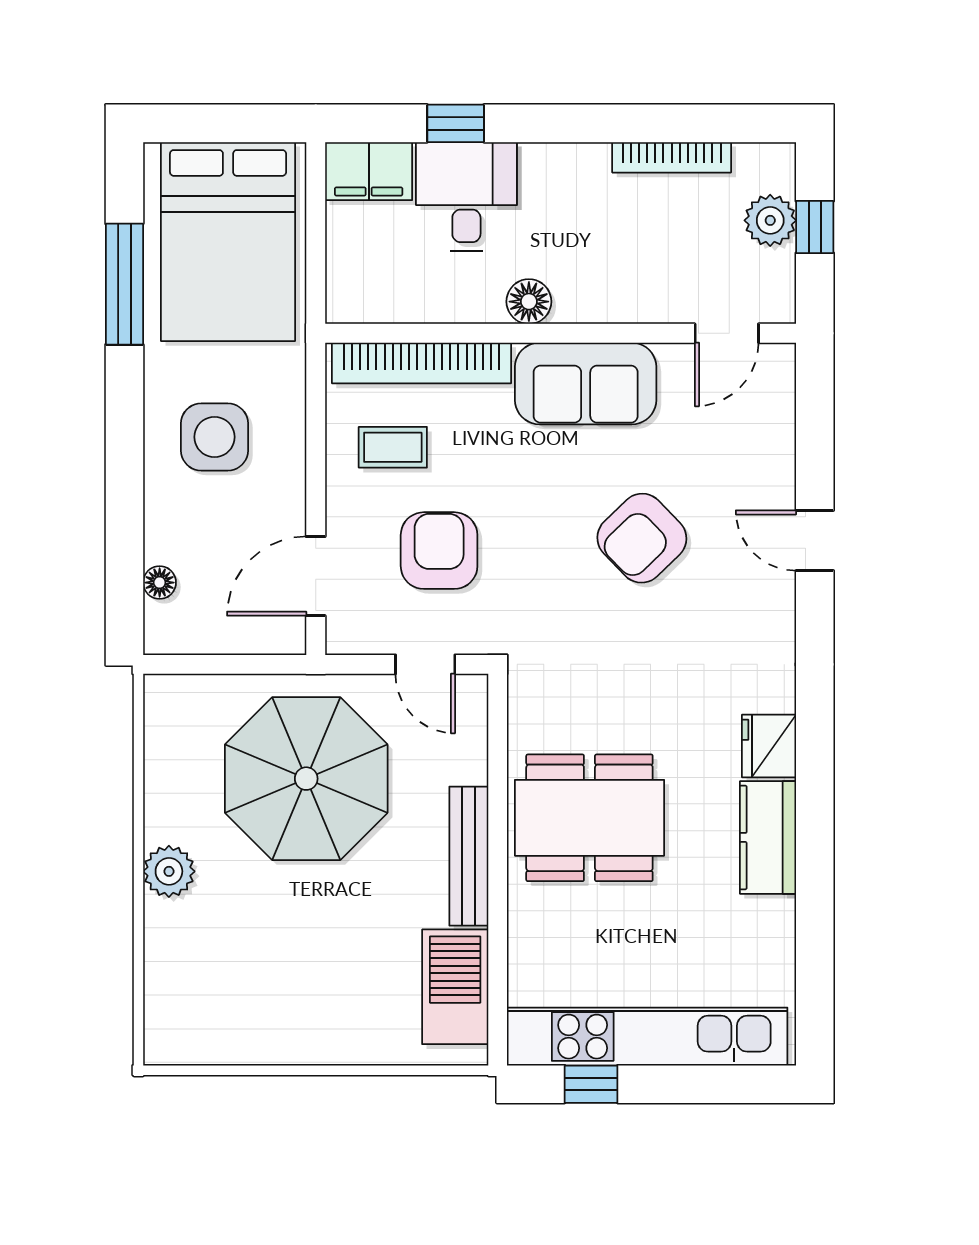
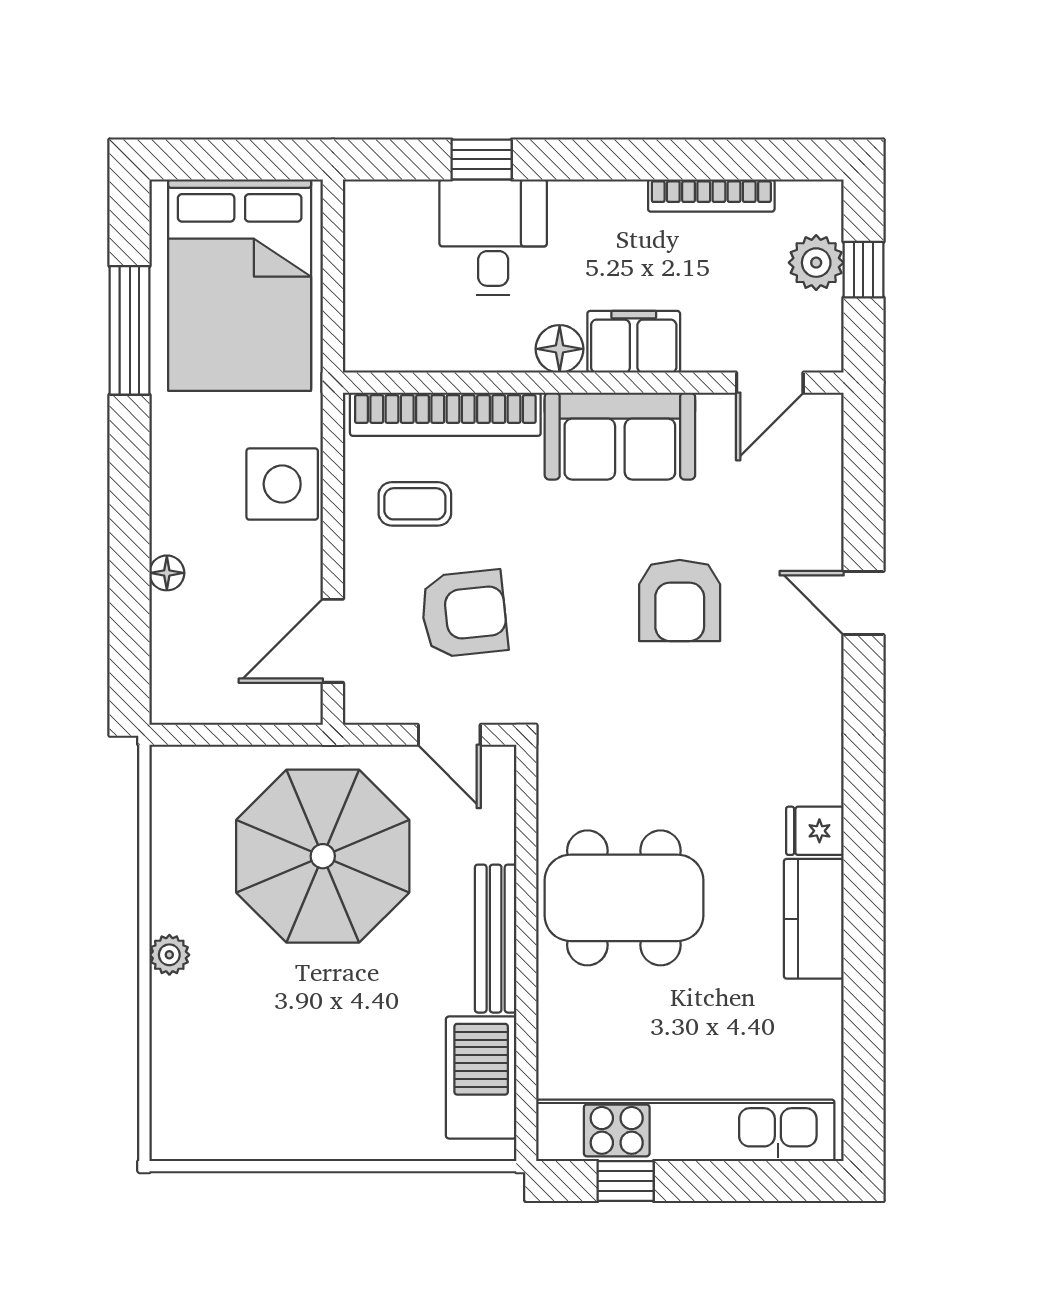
filing cabinet: (369, 171) -> (634, 342), moved, turned 180
side table: (214, 437) -> (282, 484), moved
armchair: (642, 538) -> (680, 600), turned -46
armchair: (439, 551) -> (464, 614), turned 84
floor lamp: (160, 583) -> (167, 573), moved
fridge: (769, 746) -> (815, 831), width x0.72
plant: (169, 871) -> (169, 955), width x0.73, depth x0.73

